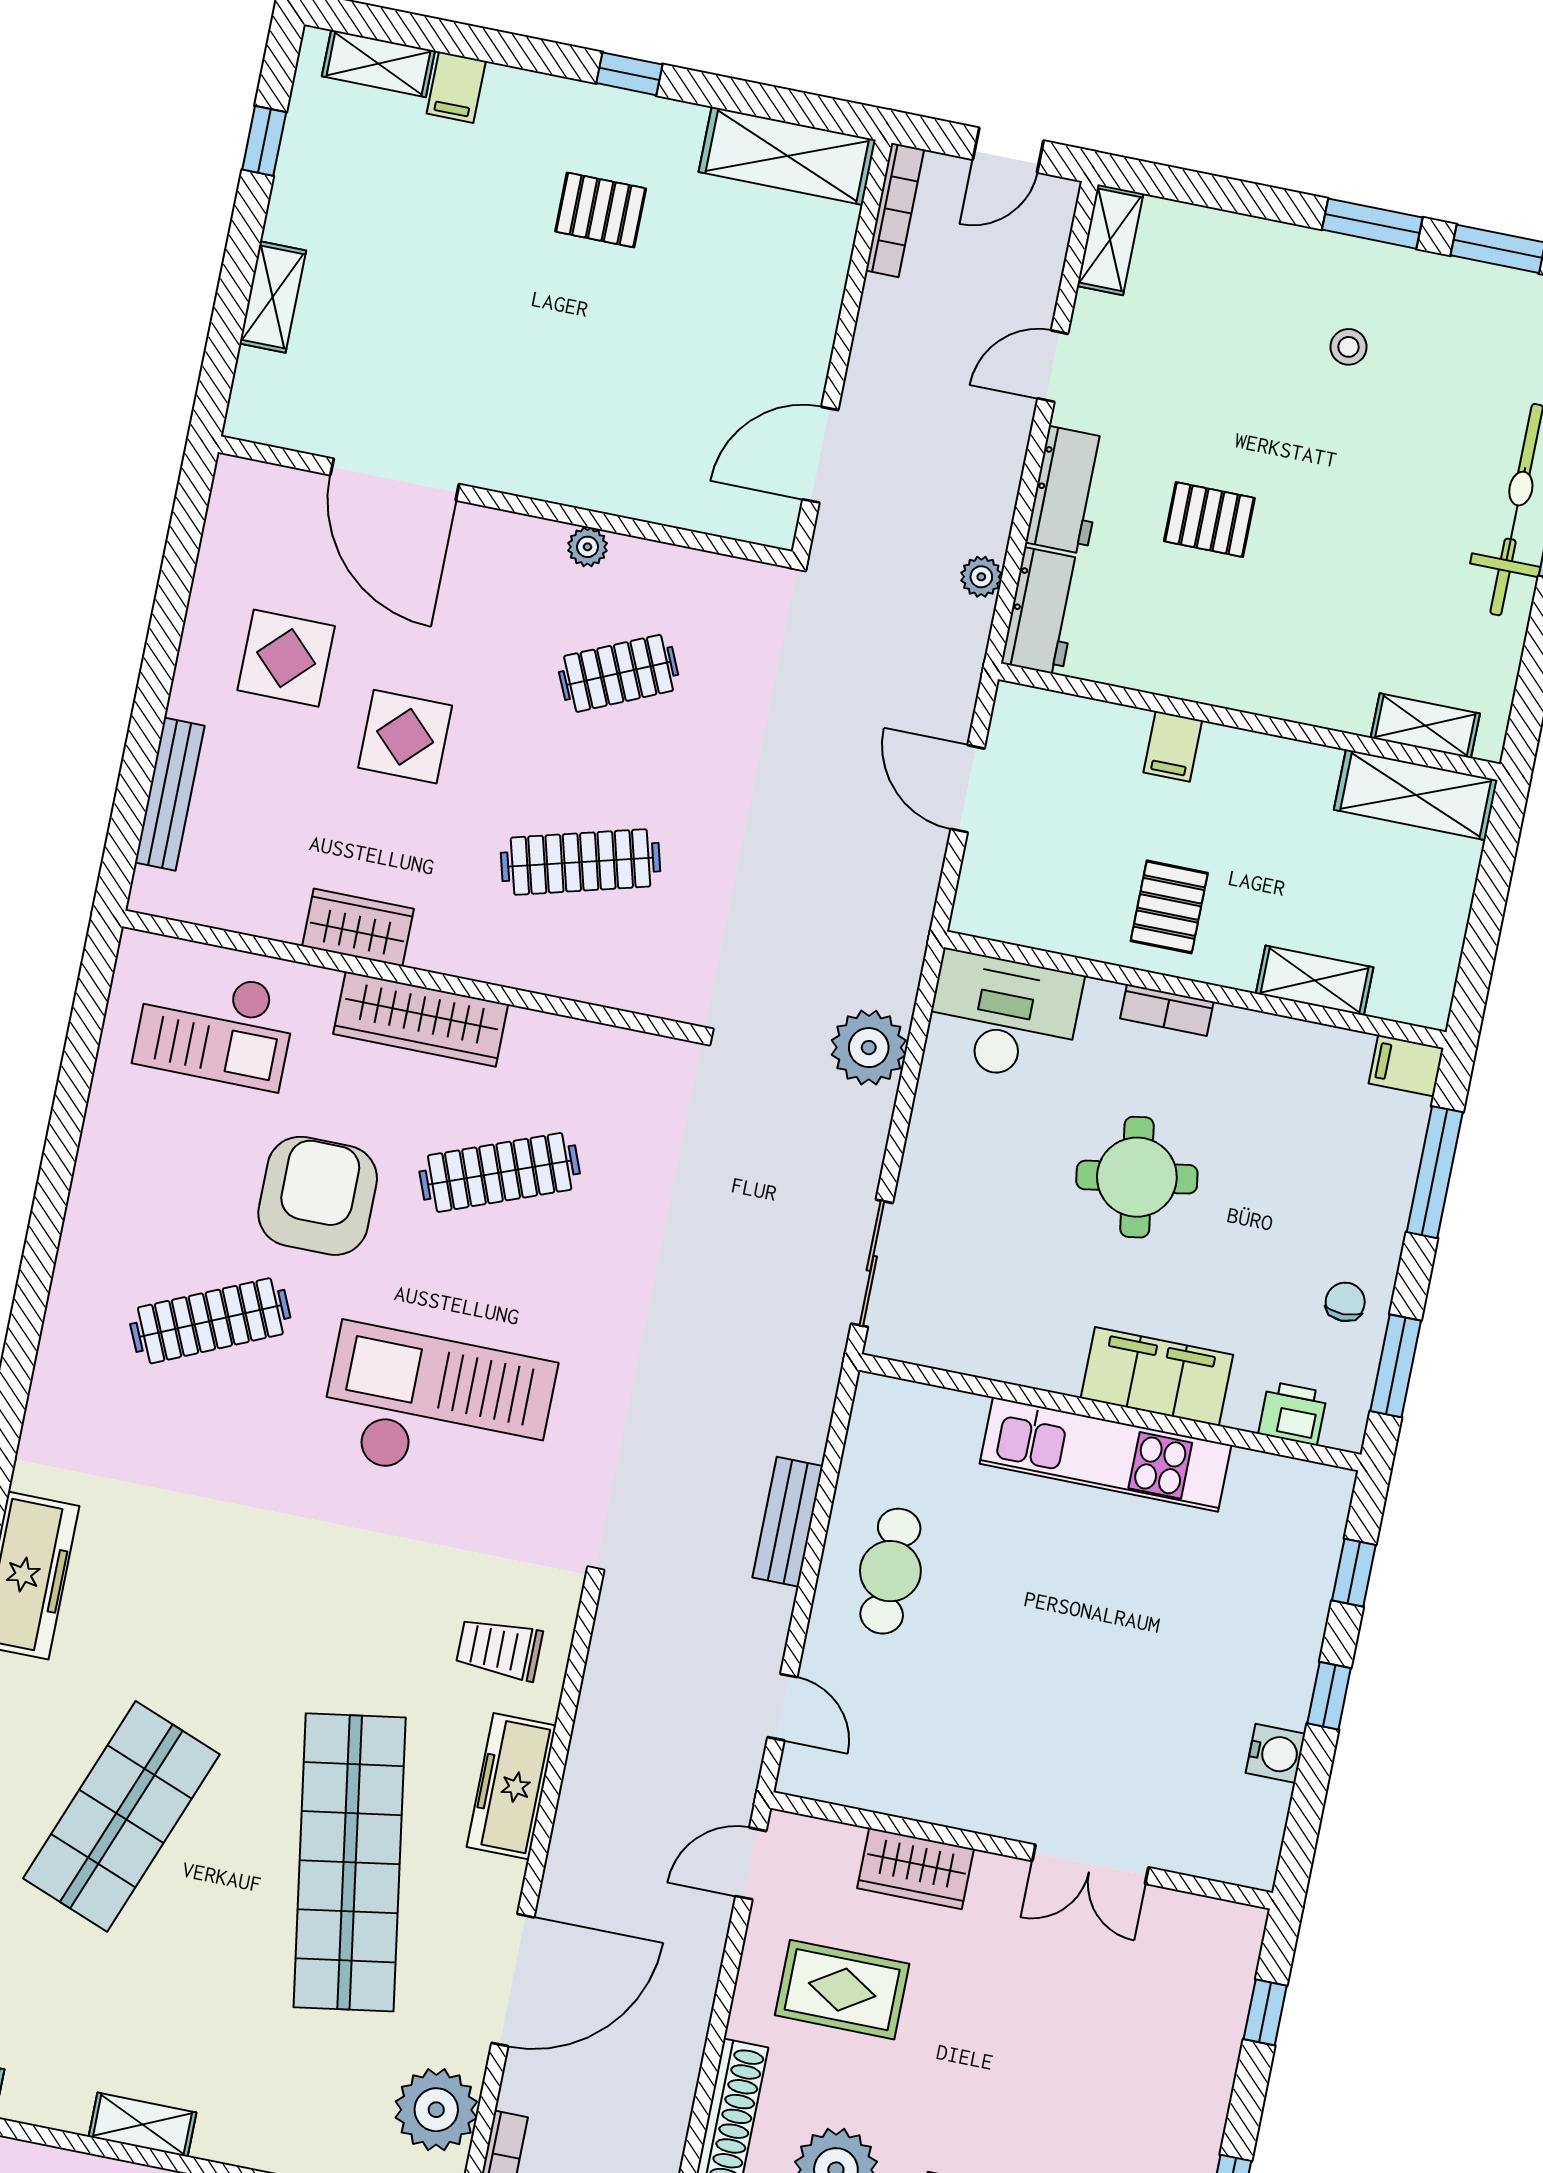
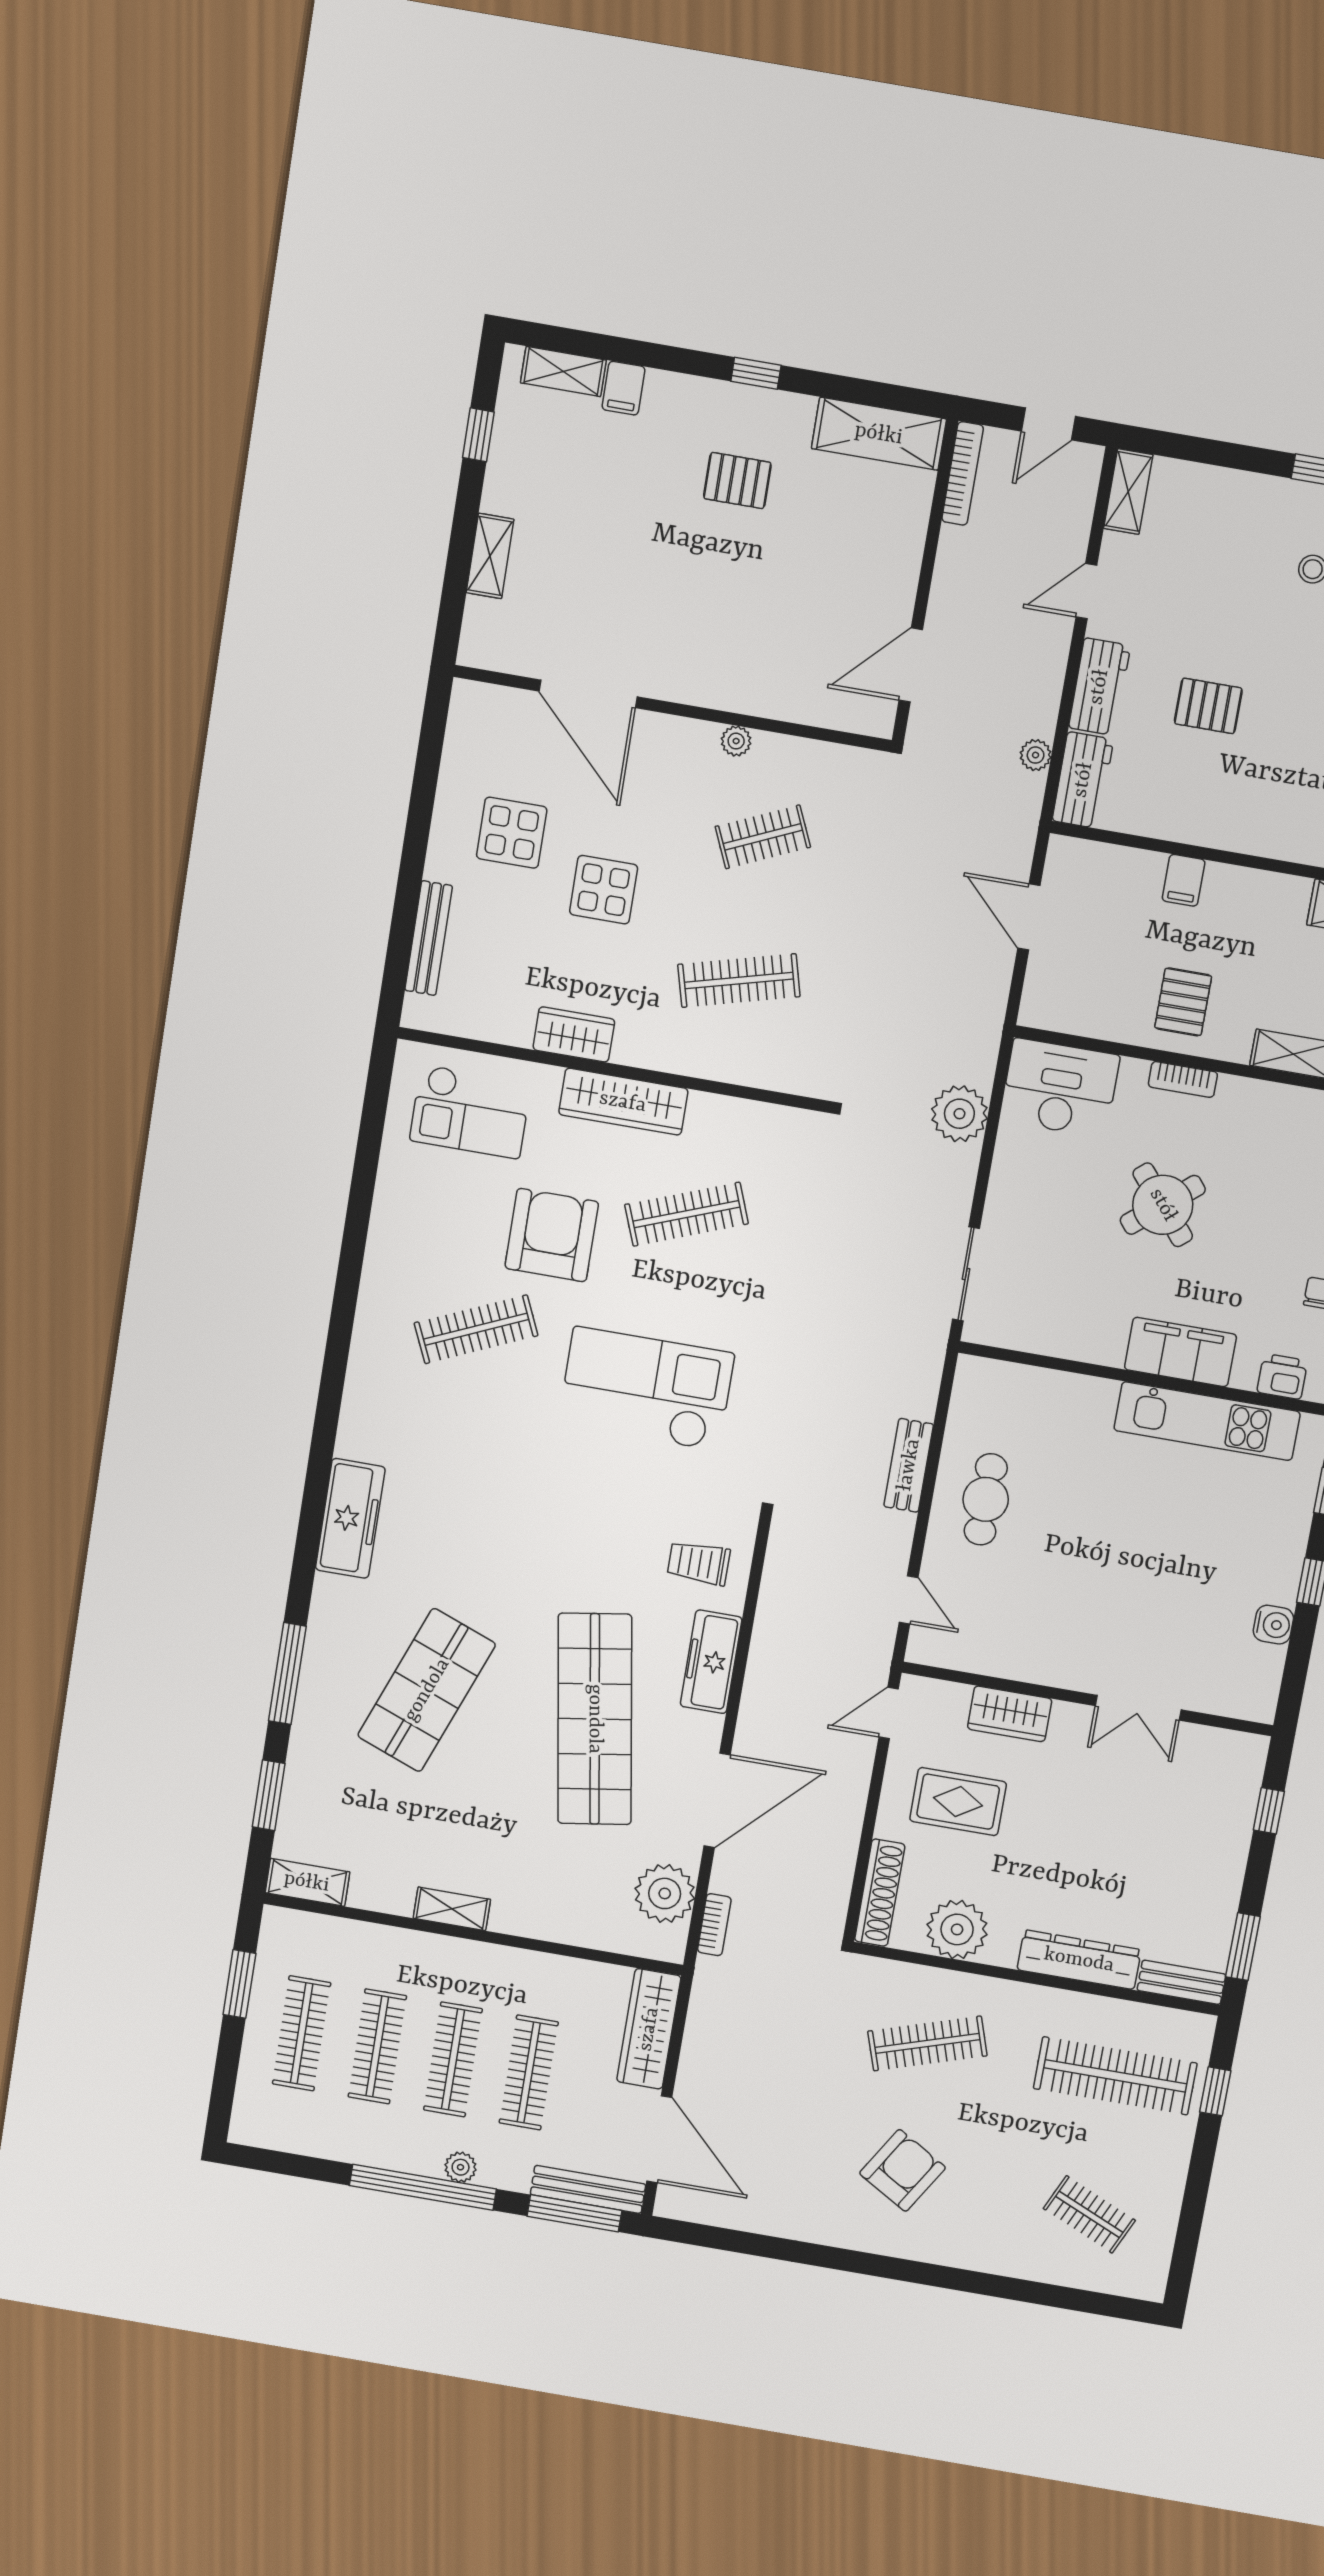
round table: (1137, 1177) -> (1163, 1205), turned -31
kitchen unit: (1106, 1454) -> (1207, 1421), moved

